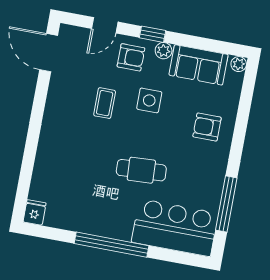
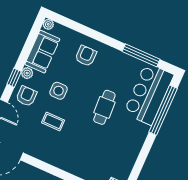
armchair: (207, 127) -> (86, 56), turned 180
window: (111, 245) -> (163, 110), moved

